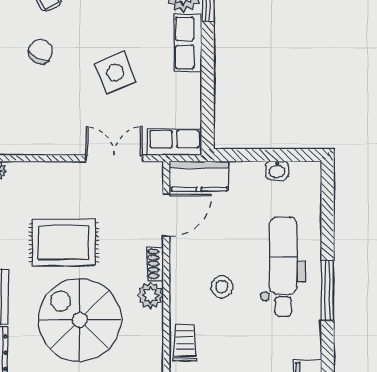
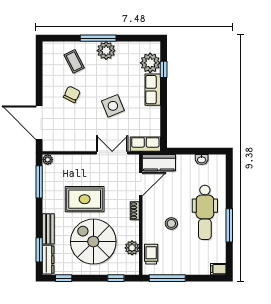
dental chair: (283, 267) -> (205, 212), turned 180
plant: (150, 295) -> (132, 248), moved

